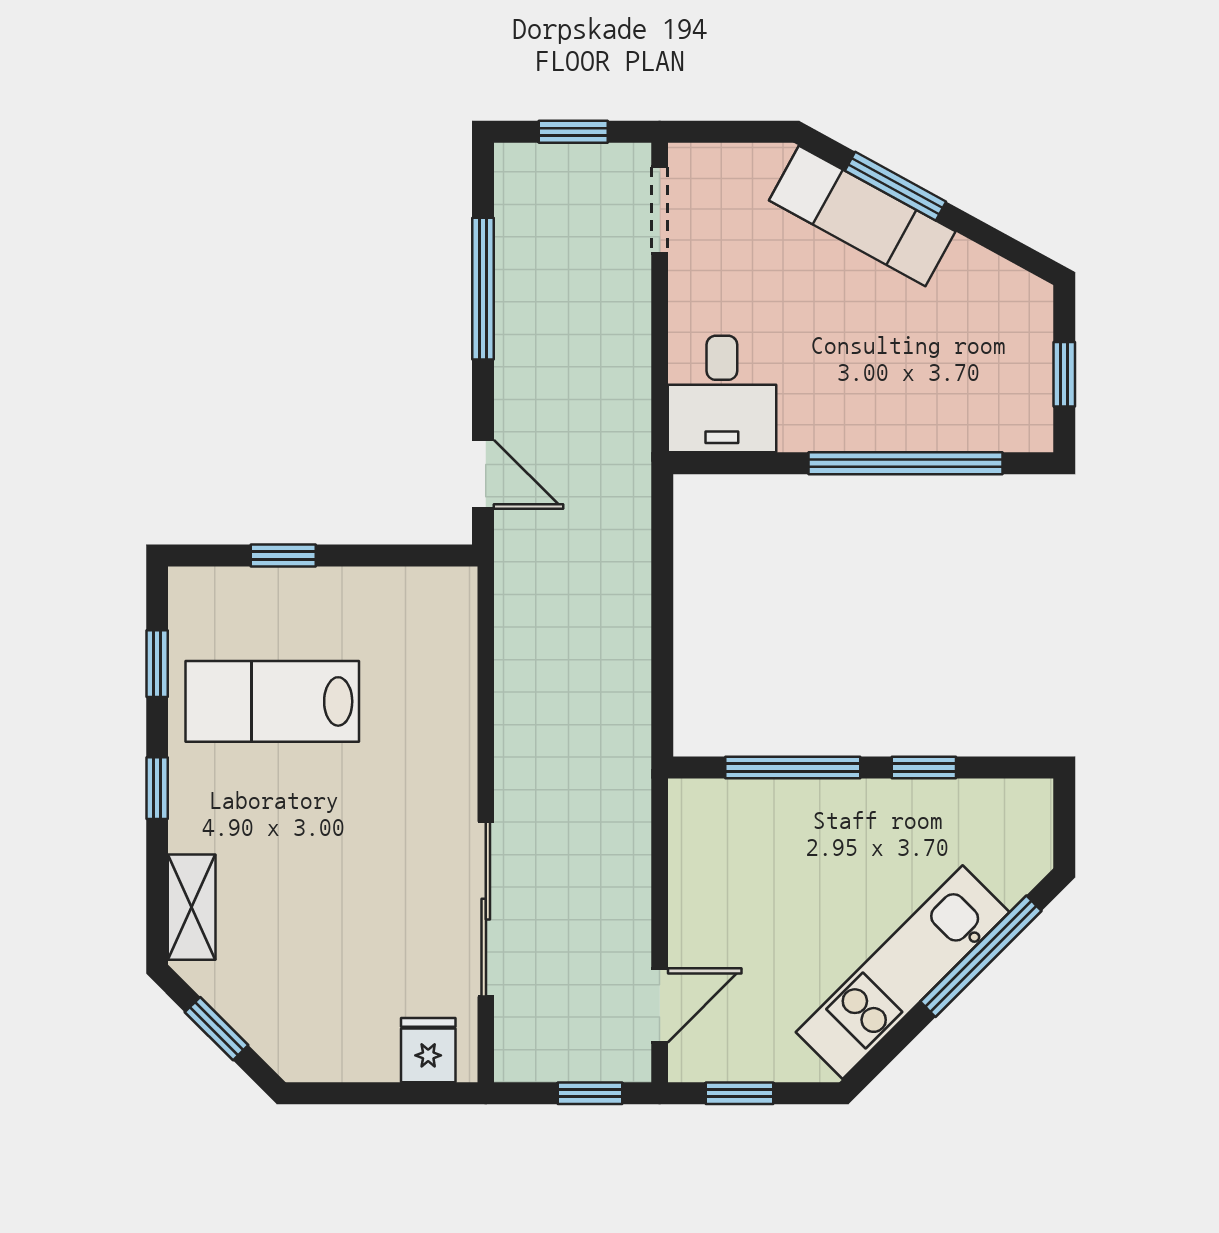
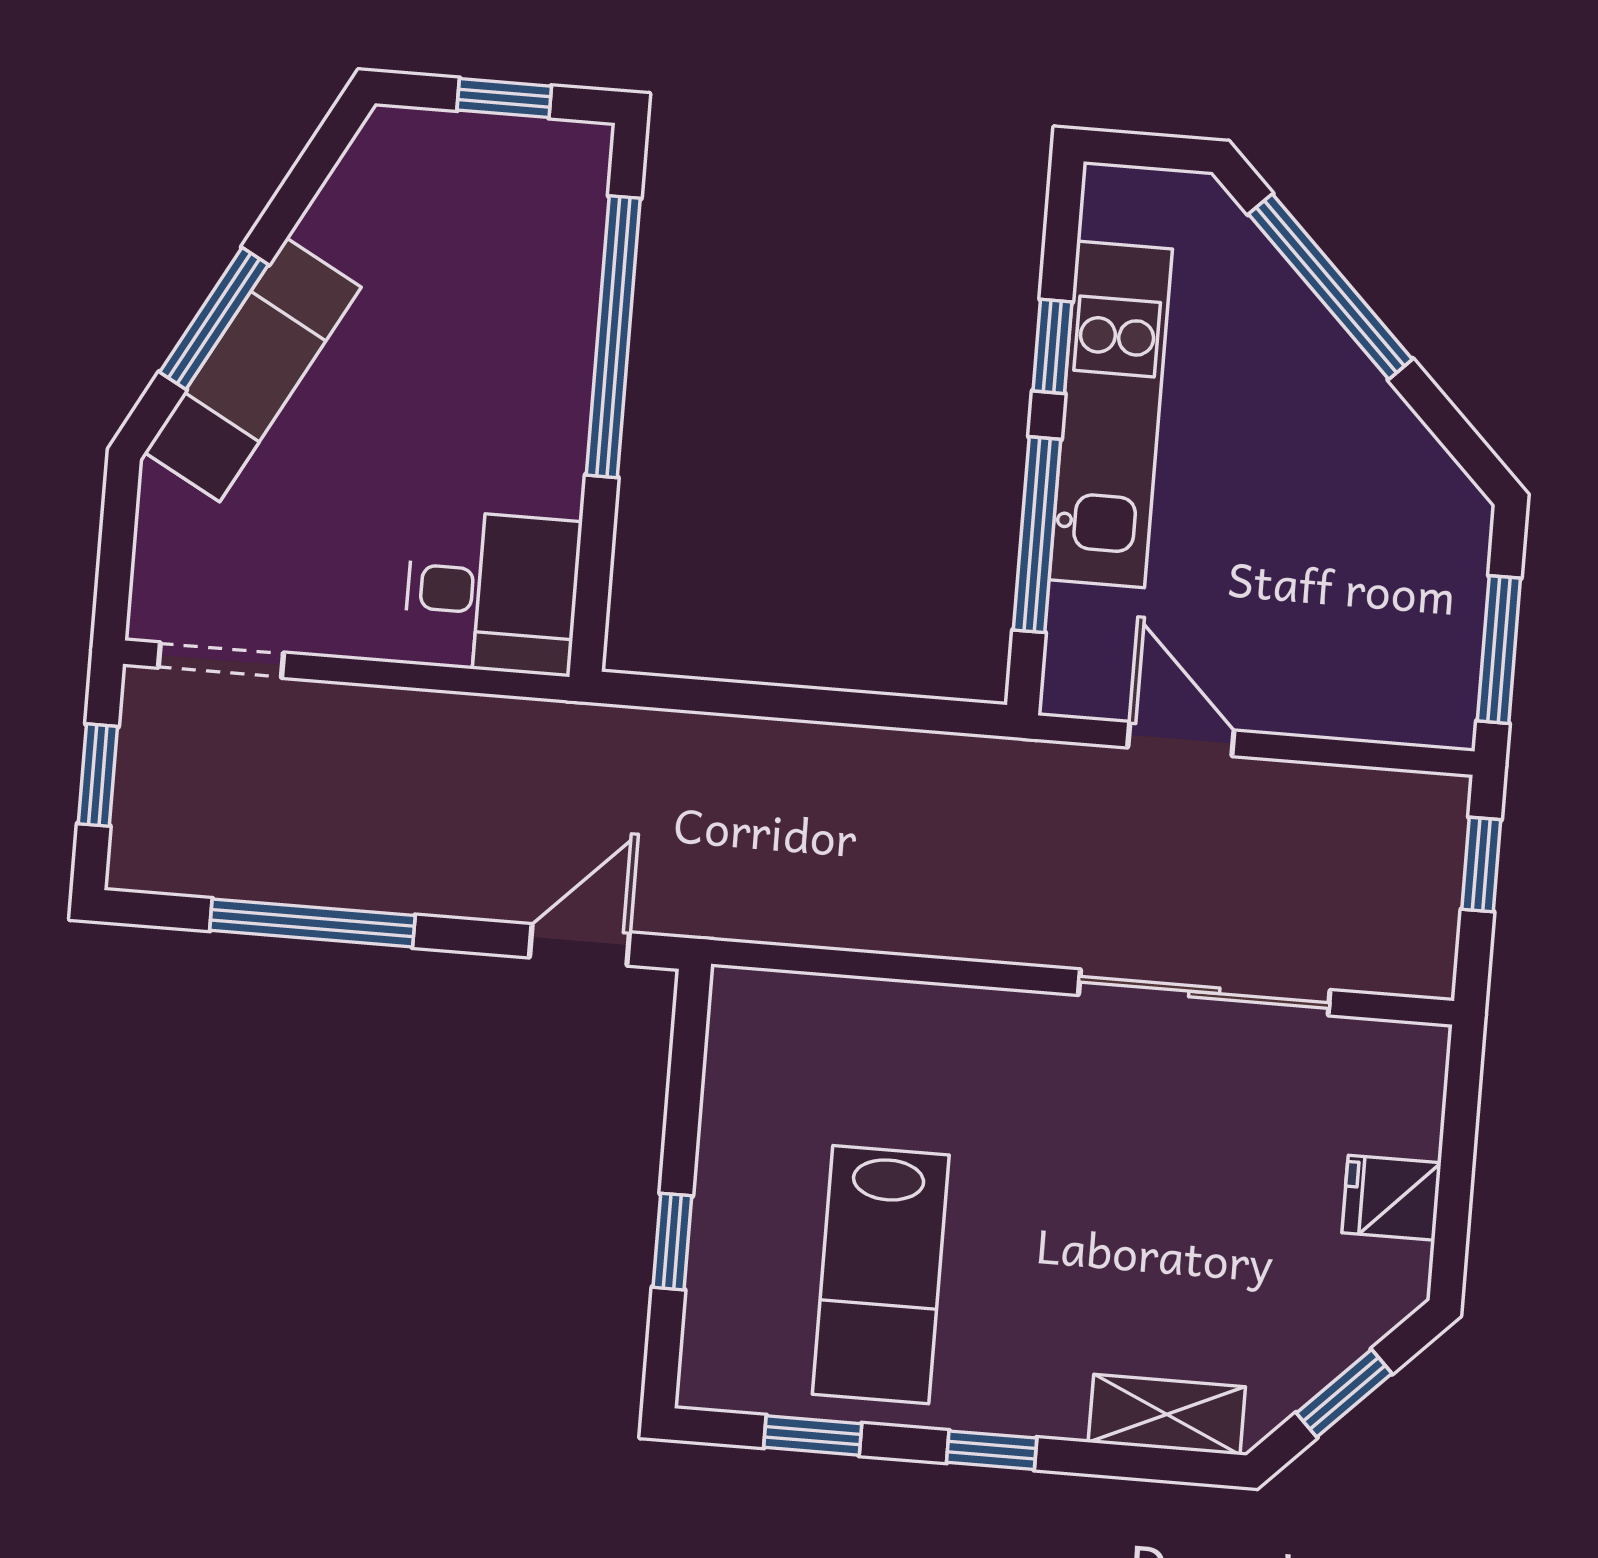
kitchen unit: (903, 972) -> (1111, 414), moved, turned -135
door: (660, 1005) -> (1181, 739), moved
fridge: (428, 1050) -> (1391, 1198), moved
window: (740, 1093) -> (1499, 650), width x1.50

